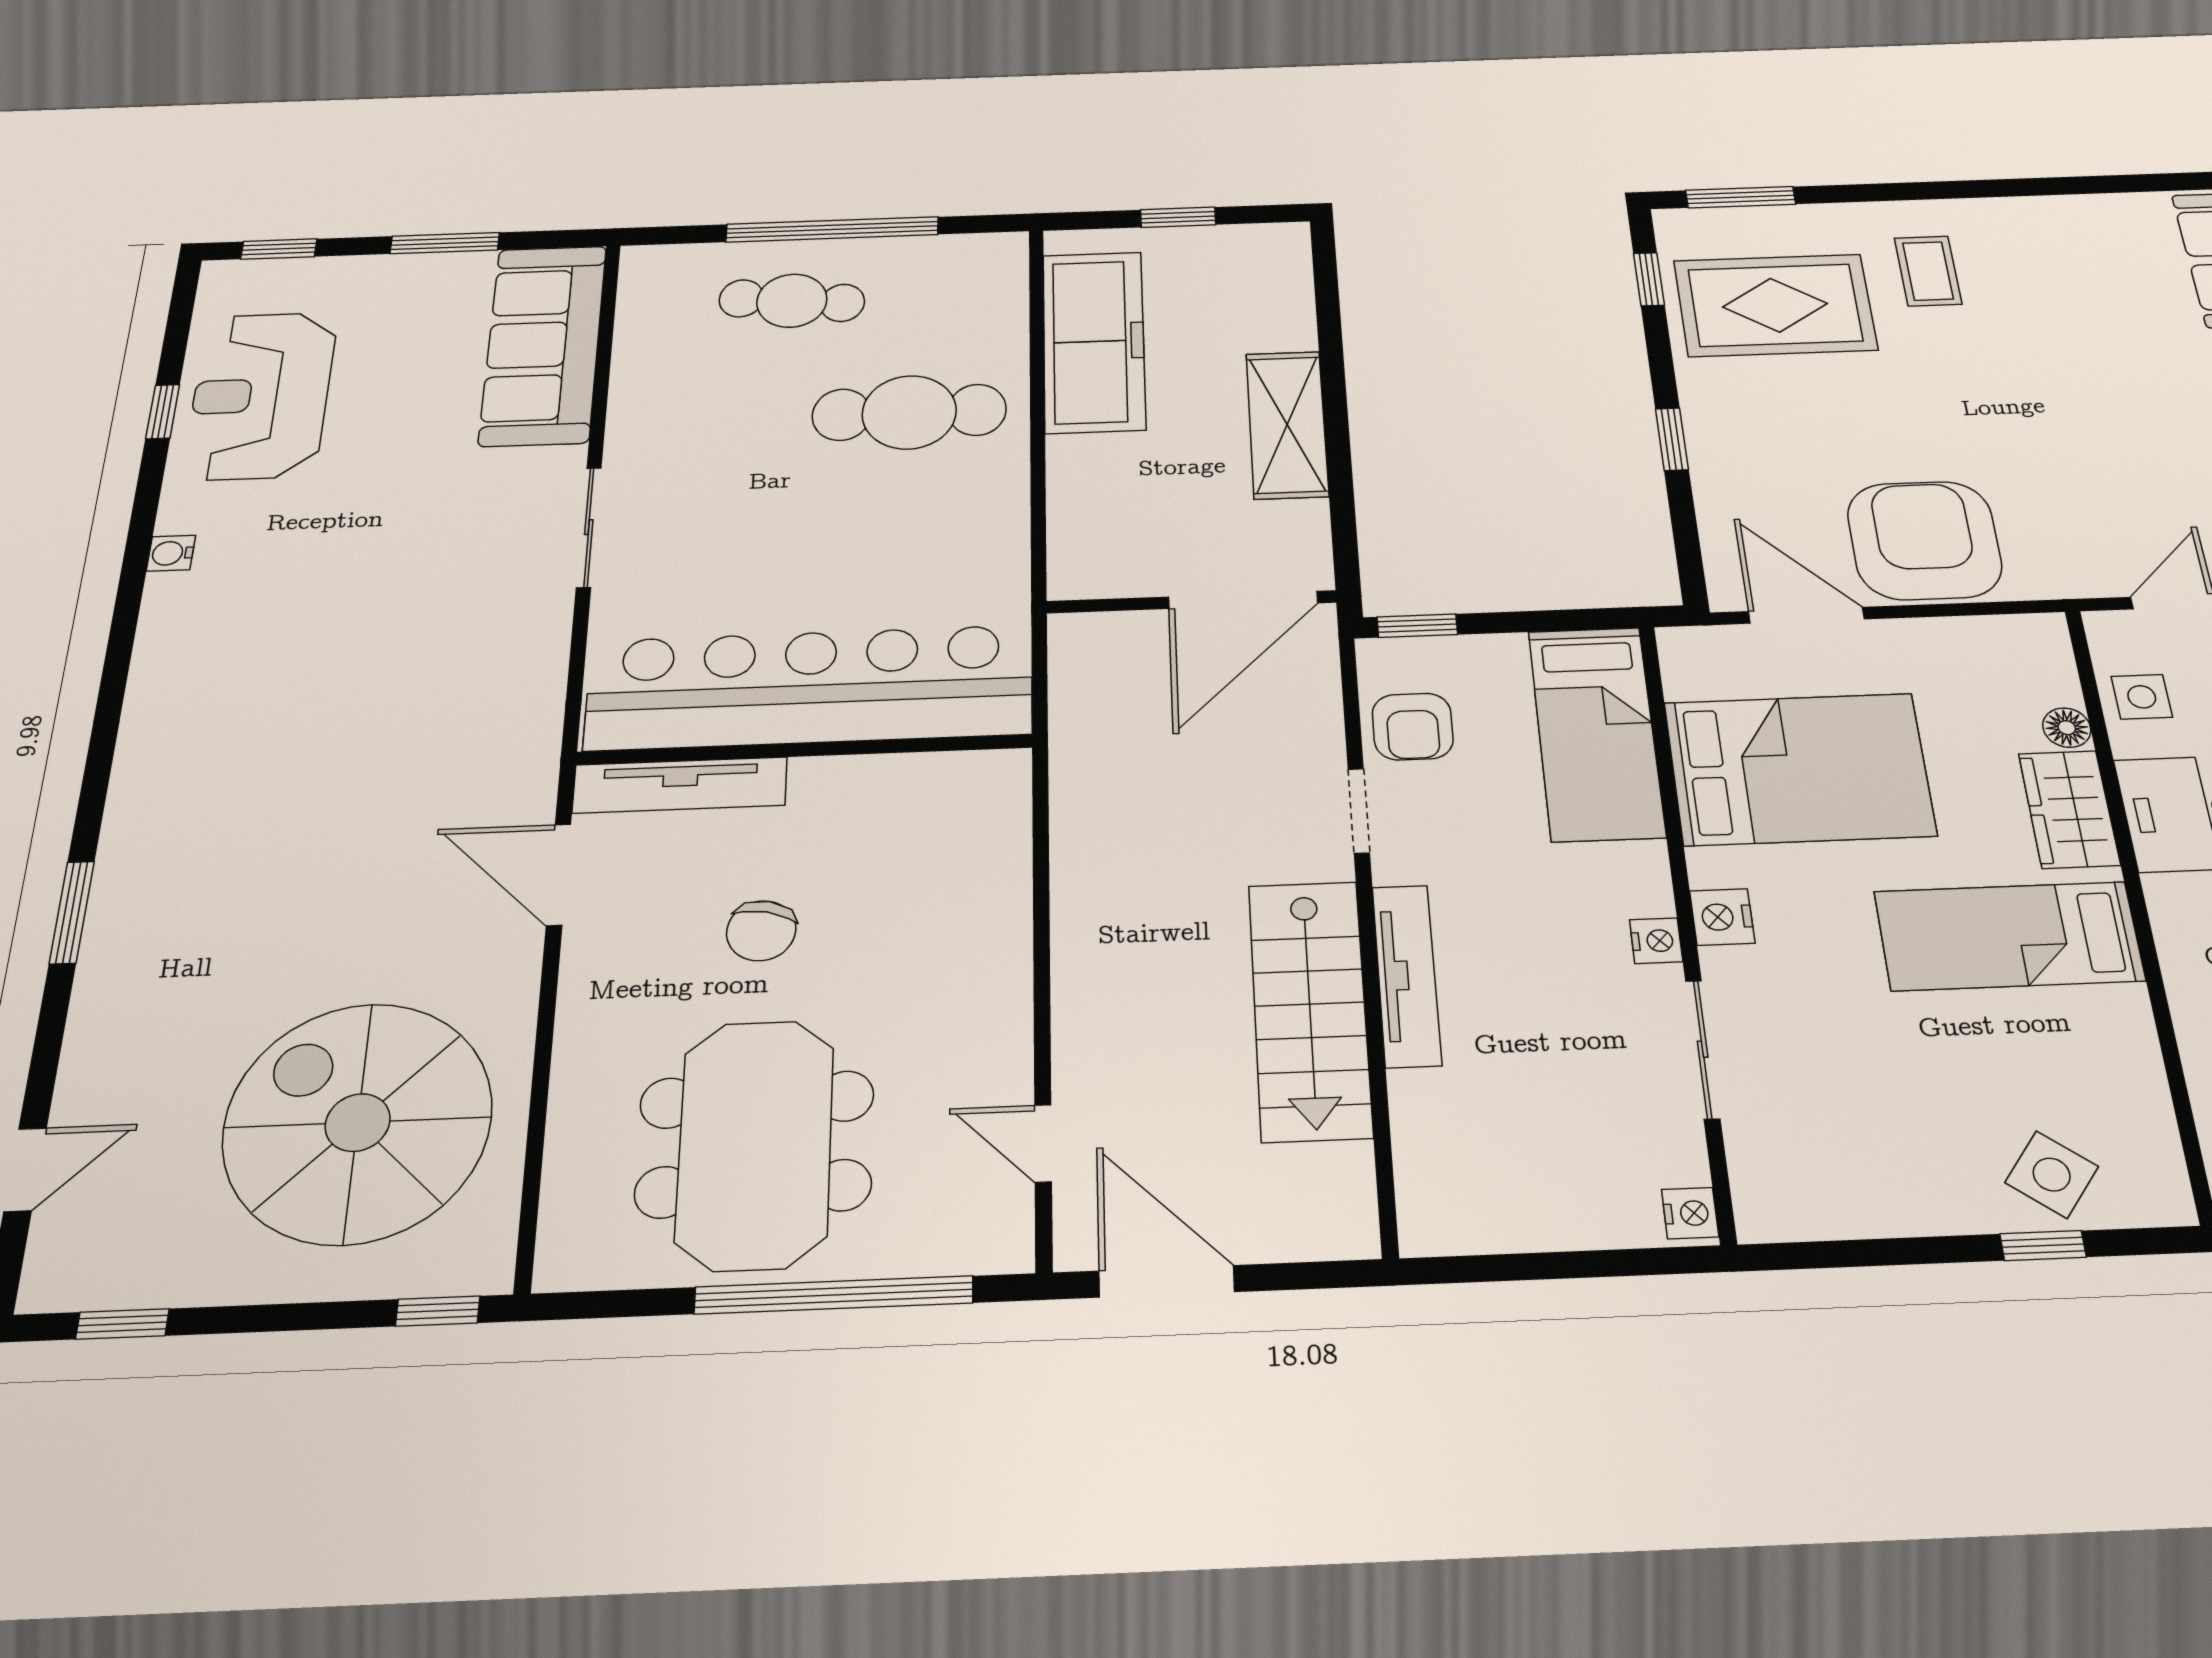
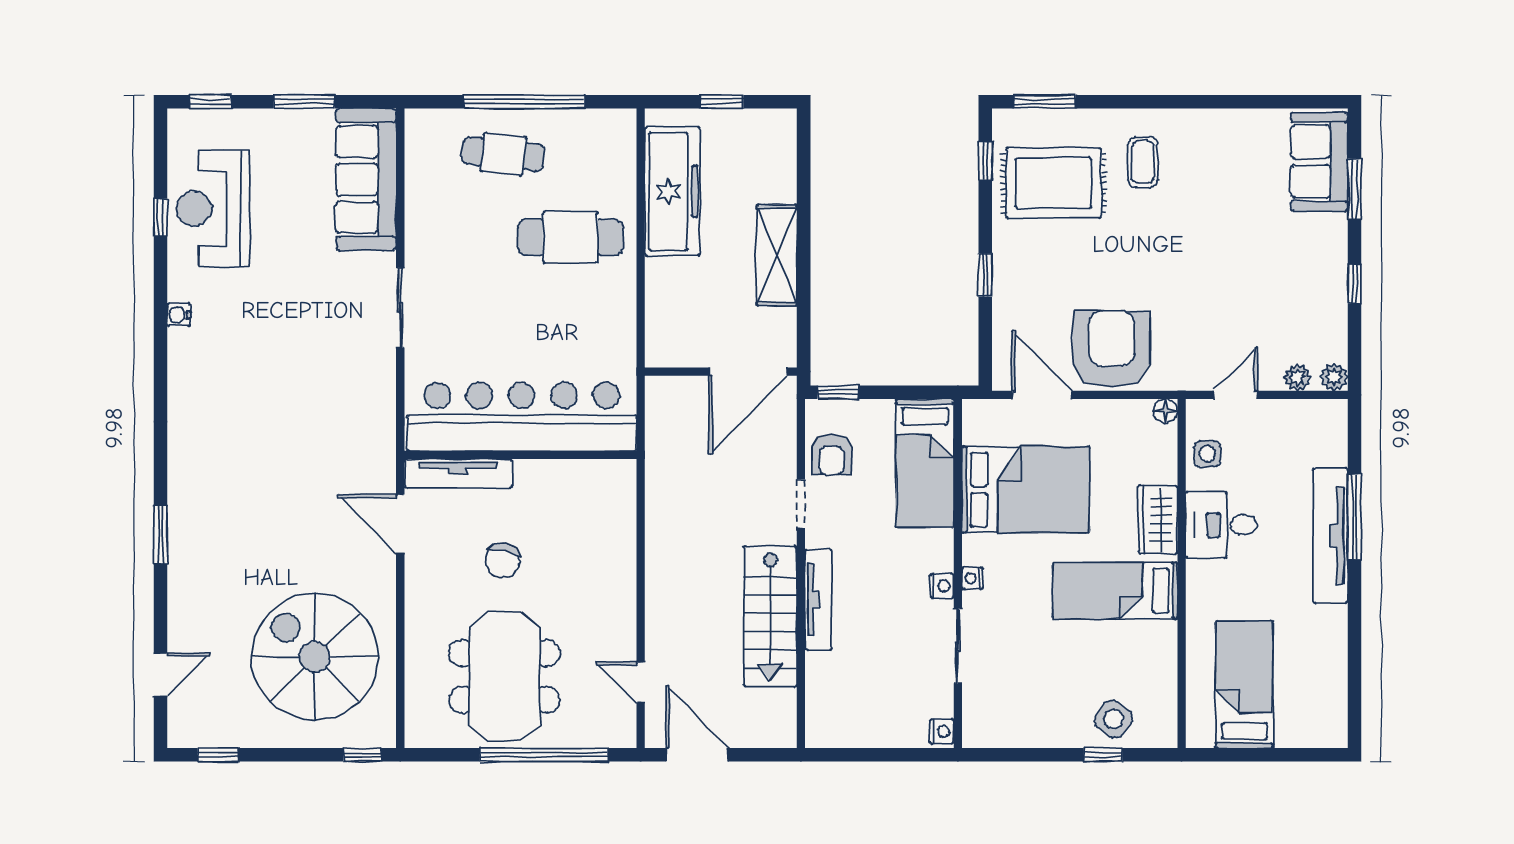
floor lamp: (2067, 728) -> (1165, 411), moved
nightstand: (1722, 917) -> (972, 578), width x0.72, depth x0.74

